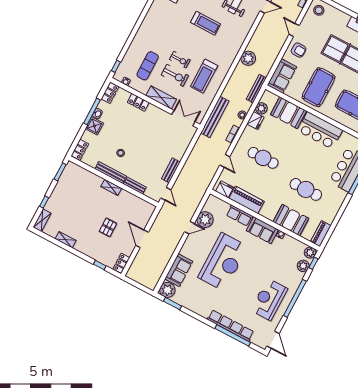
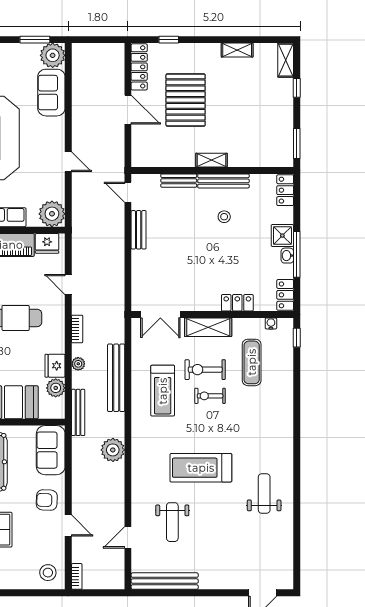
treadmill: (205, 23) -> (201, 468), width x1.37, depth x1.38
treadmill: (204, 76) -> (163, 391), turned 180
bench: (215, 117) -> (116, 378), moved
plant: (205, 220) -> (52, 214), moved
pallet: (108, 227) -> (186, 100), width x2.05, depth x2.00
door: (189, 228) -> (68, 162), swing flipped
locker: (121, 263) -> (139, 67), width x1.53

